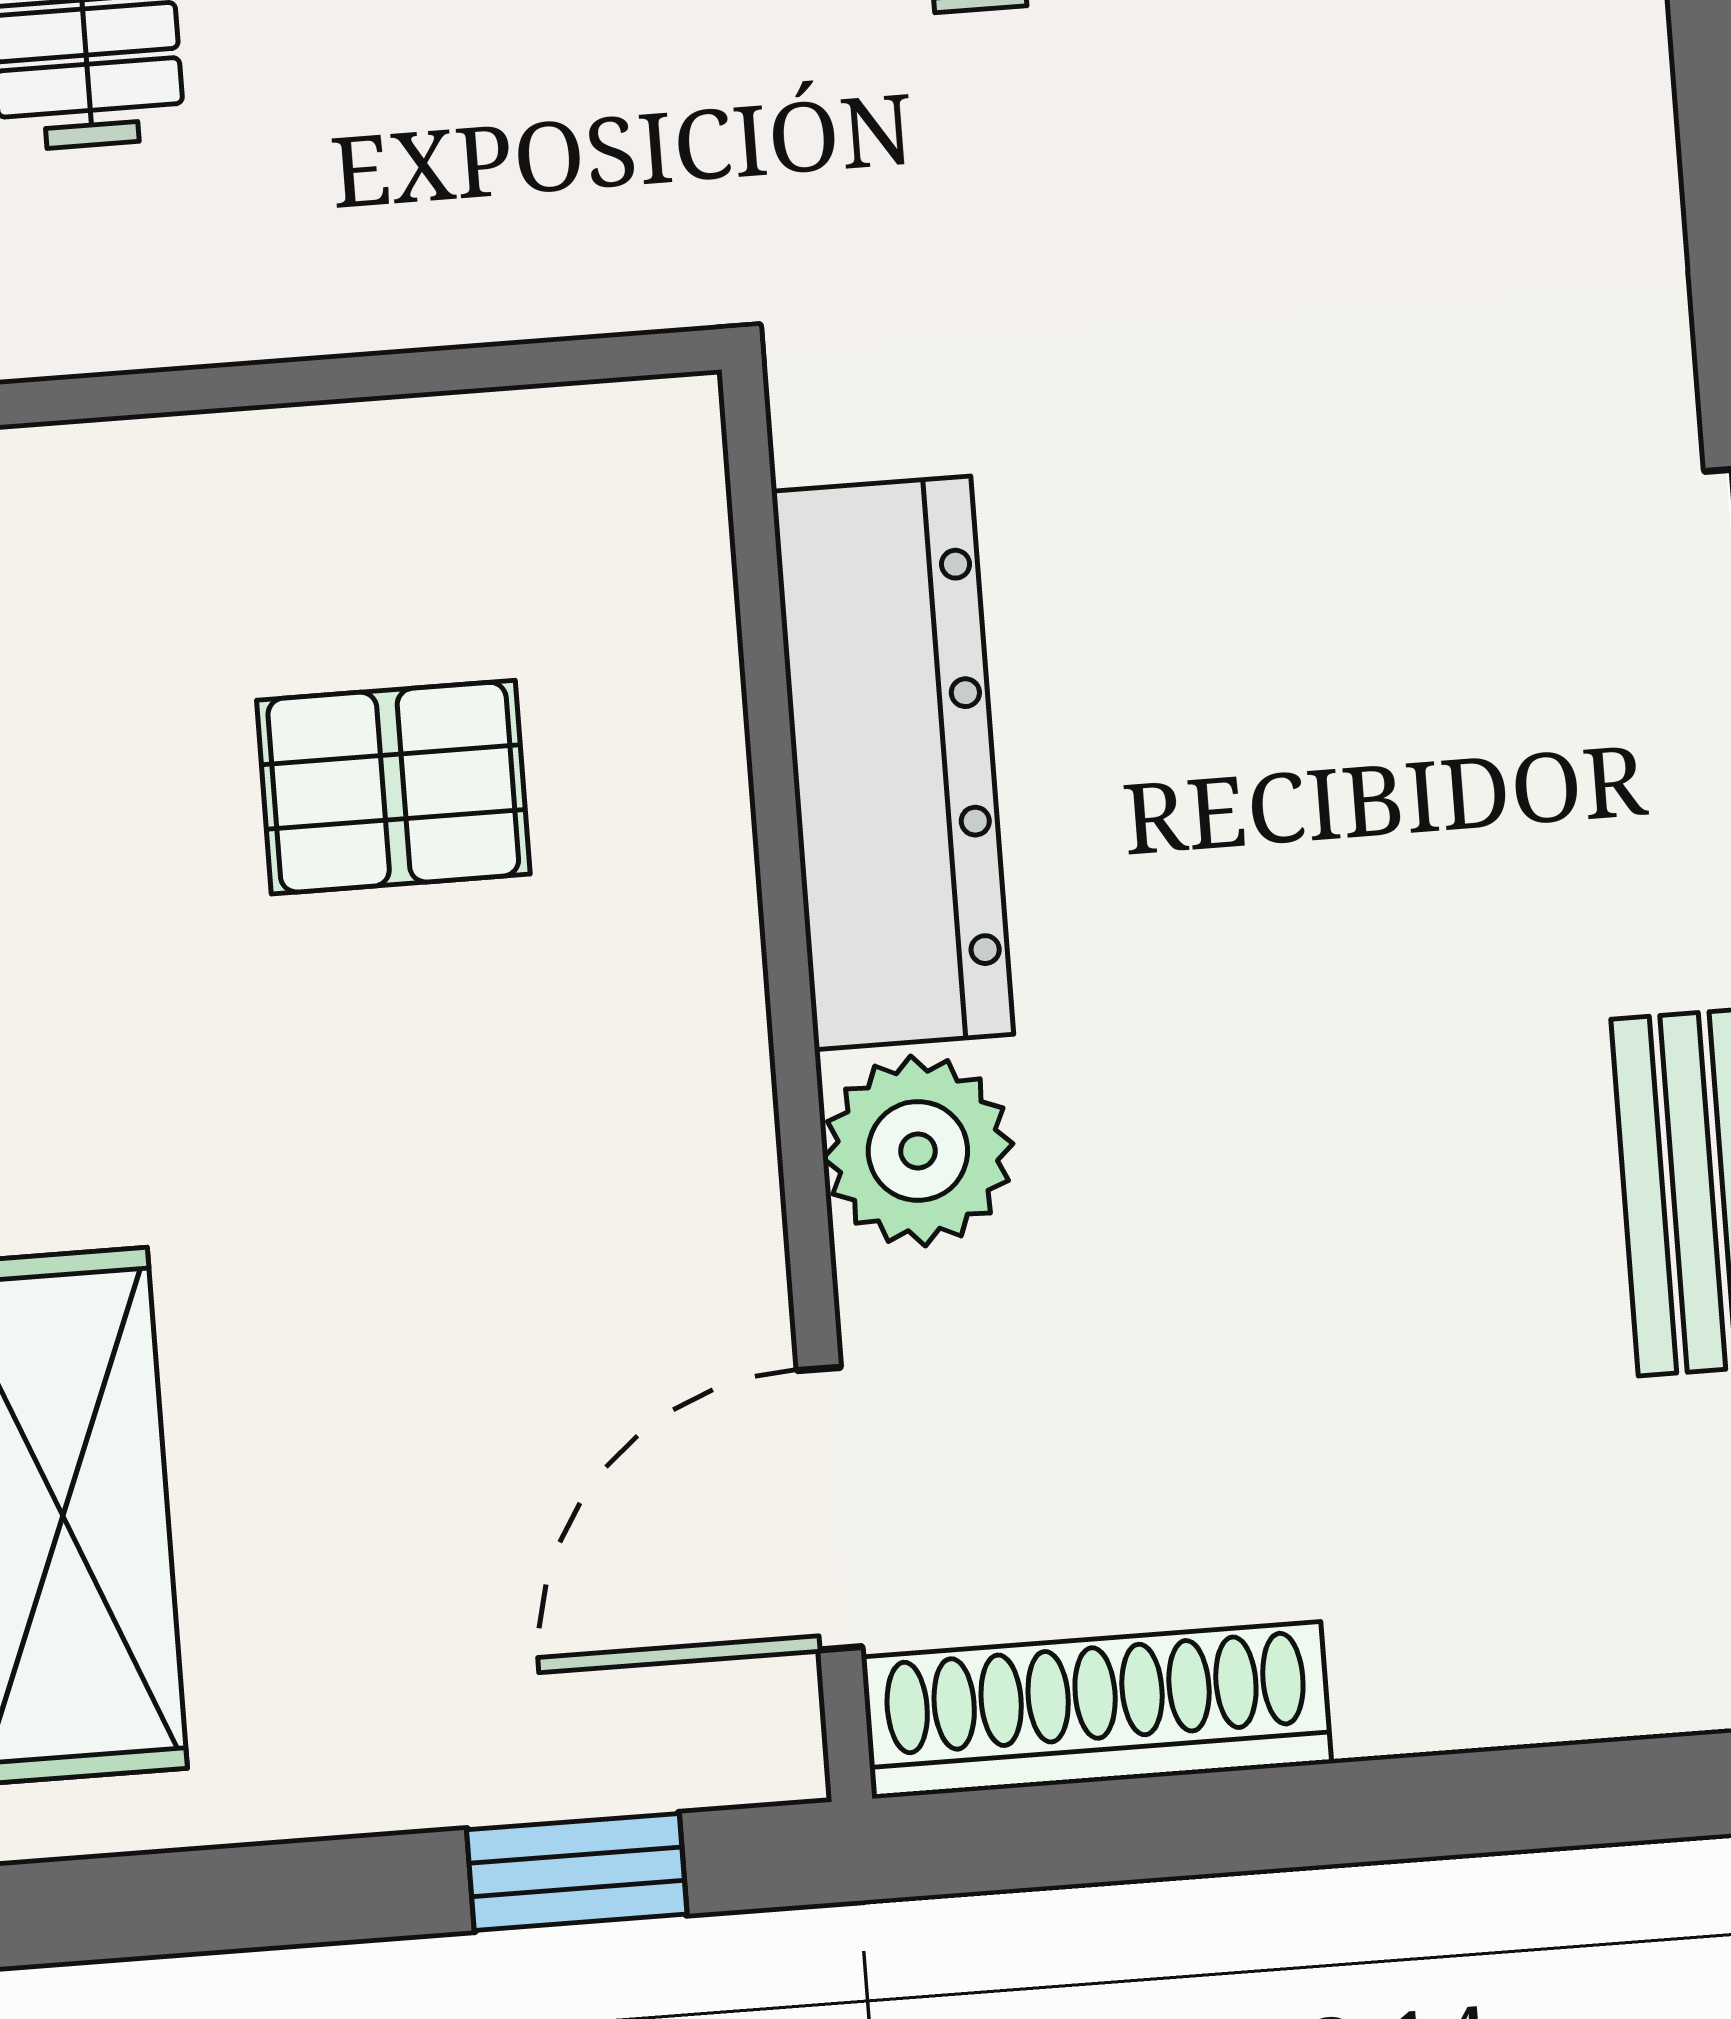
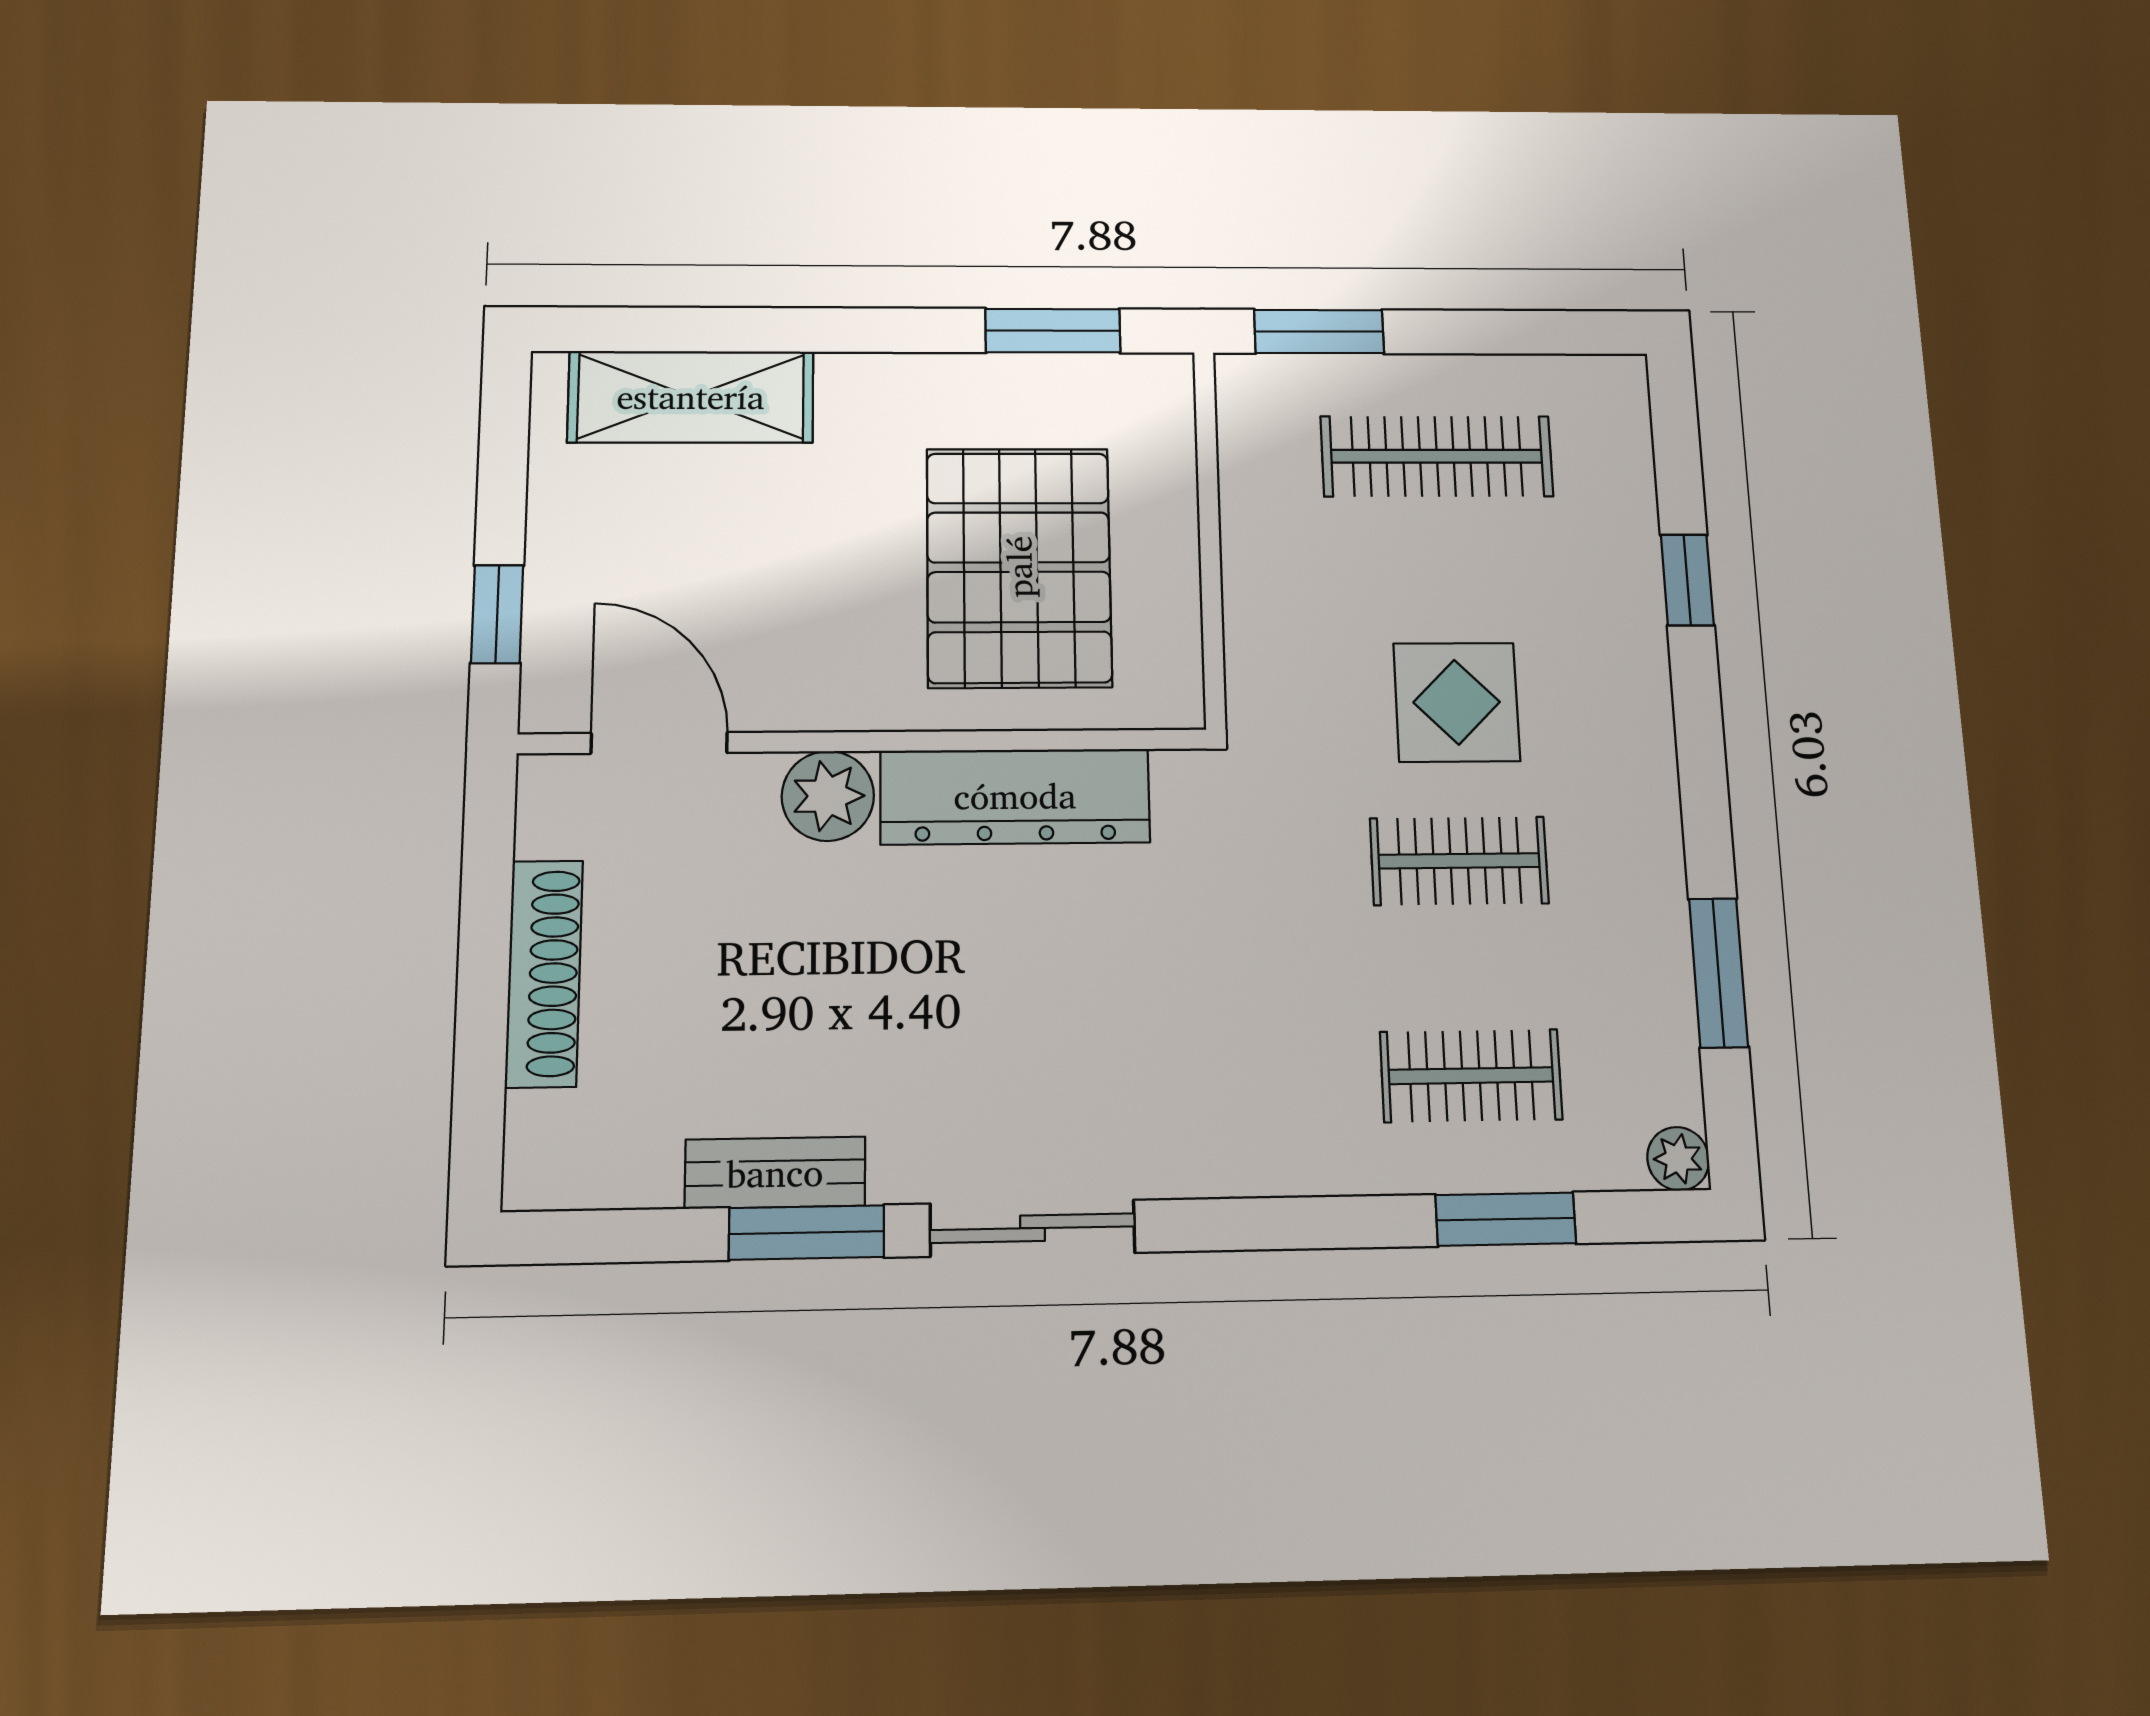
pallet: (393, 787) -> (1019, 567), width x2.05, depth x2.00
shoe rack: (1096, 1710) -> (544, 973), moved

